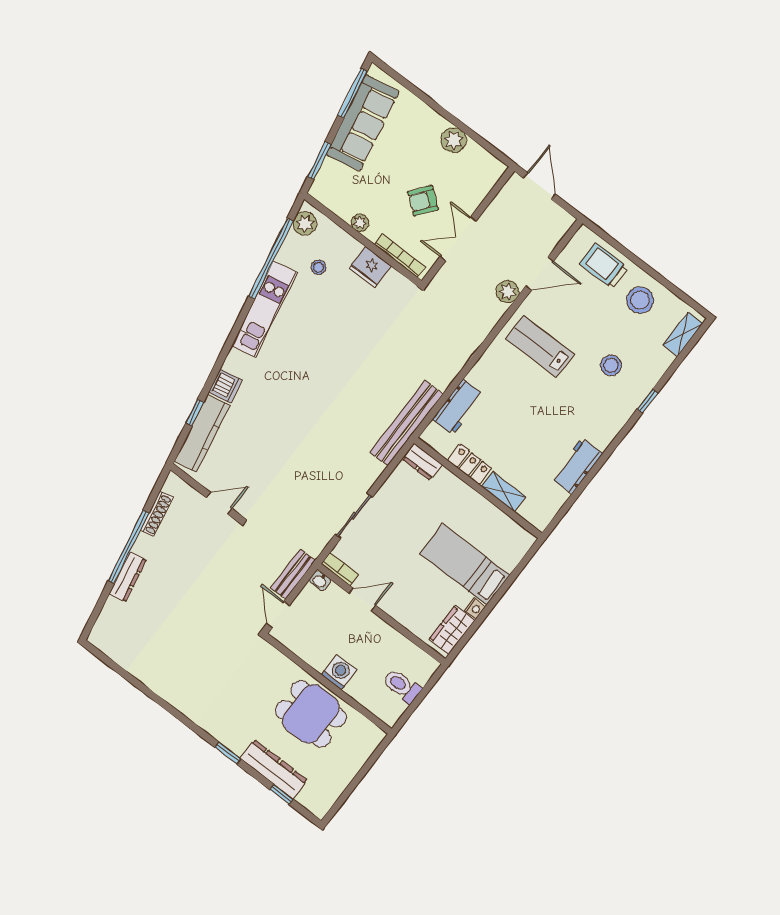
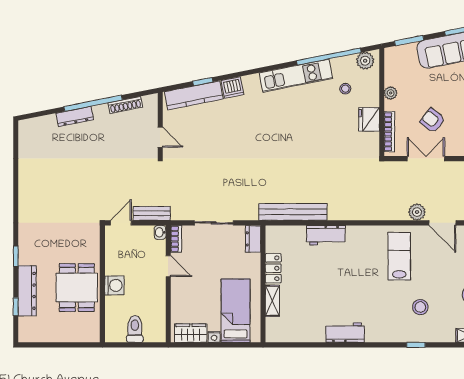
dresser: (422, 462) -> (253, 239), moved
locker: (470, 464) -> (273, 268), moved
wall: (478, 488) -> (263, 284), moved
shelving: (504, 492) -> (272, 301), moved

